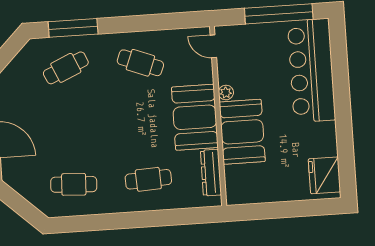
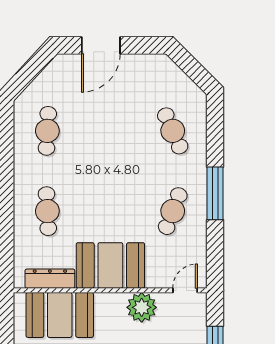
window: (73, 28) -> (215, 193), moved
plant: (226, 93) -> (142, 307), width x1.88, depth x1.88
booth: (242, 132) -> (60, 315), moved

